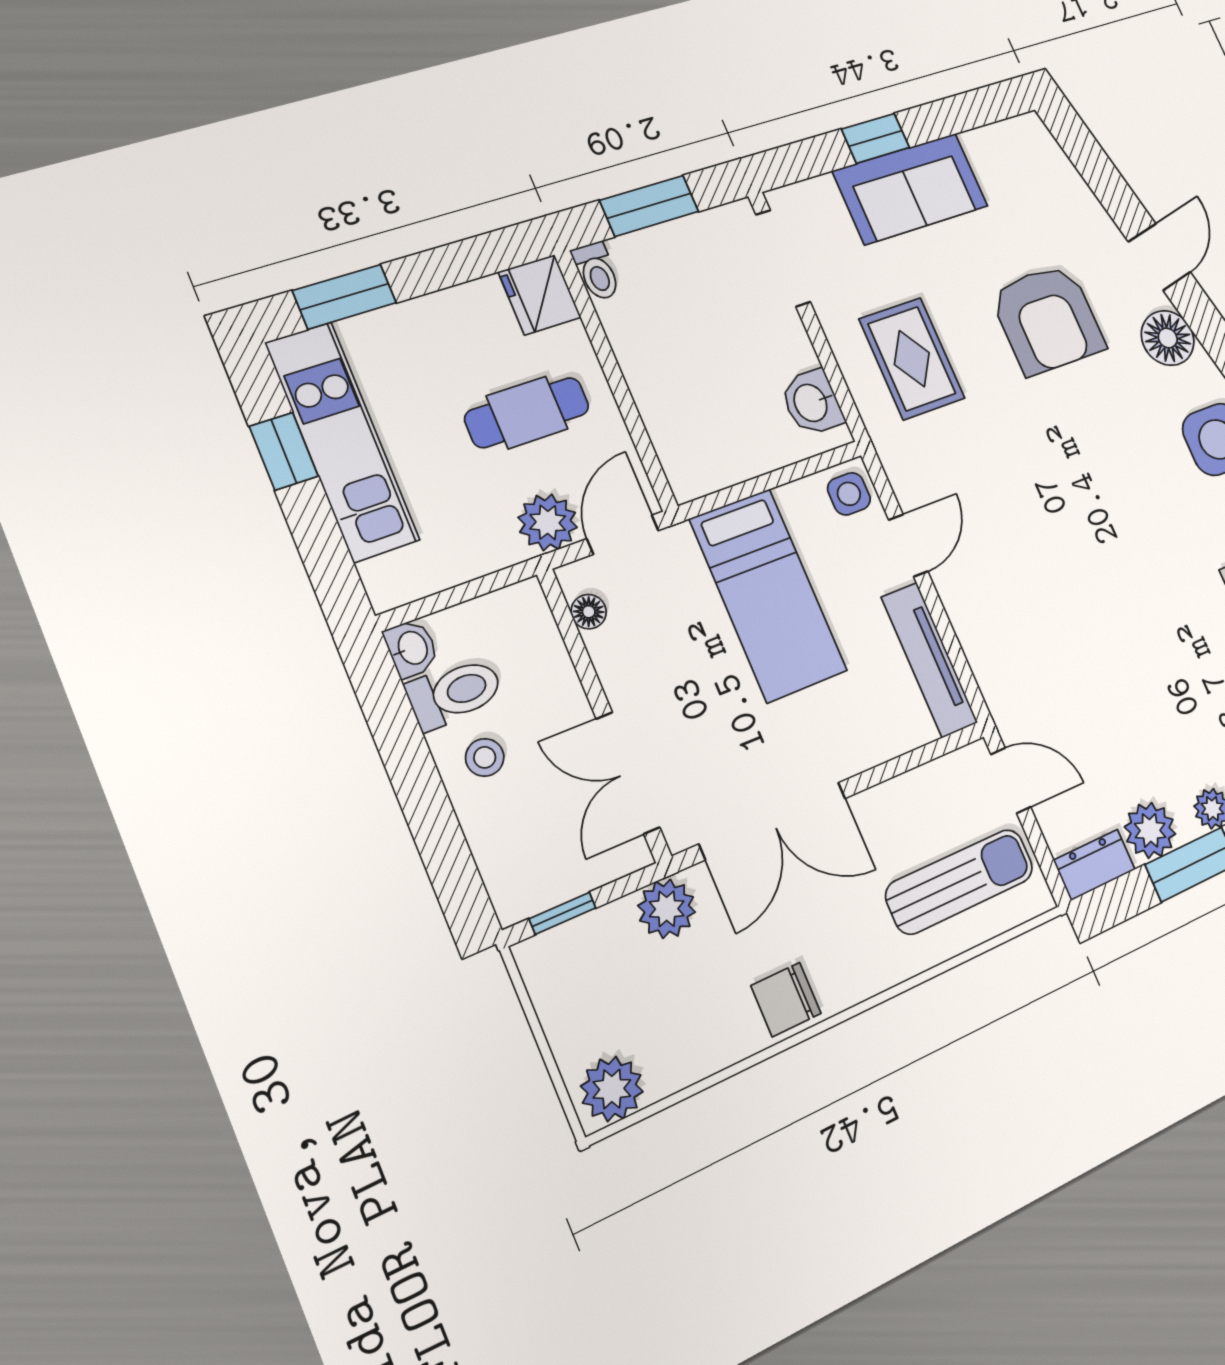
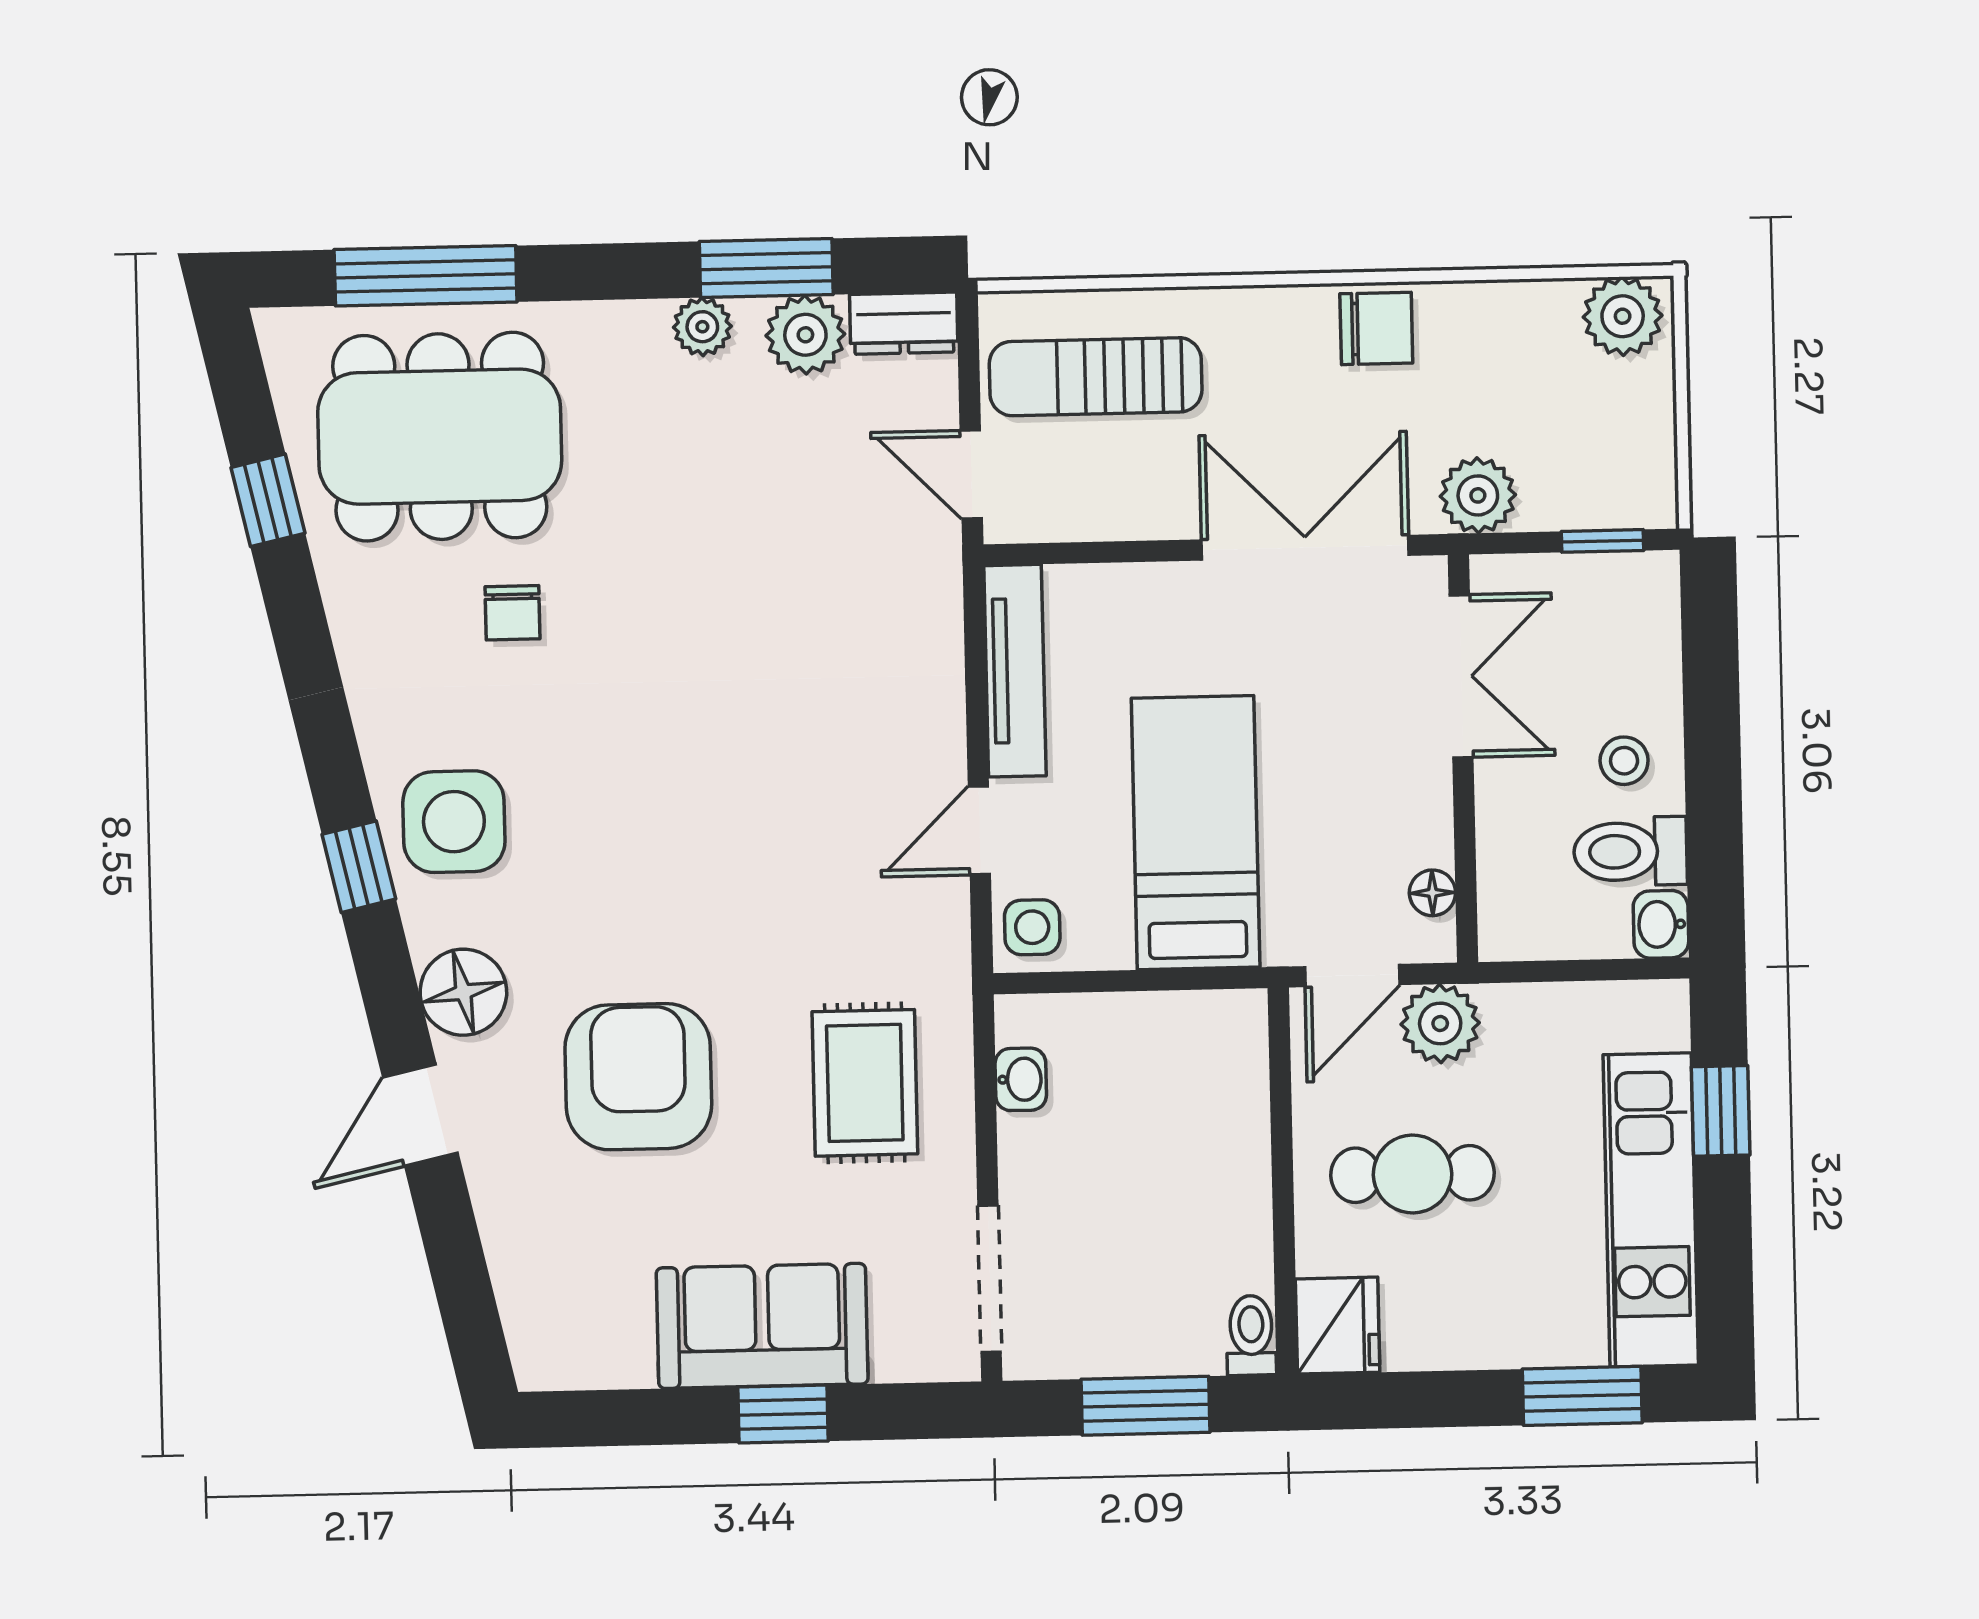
washbasin: (812, 402) -> (1021, 1079), width x0.72, depth x0.69
window: (284, 451) -> (1721, 1111), moved

